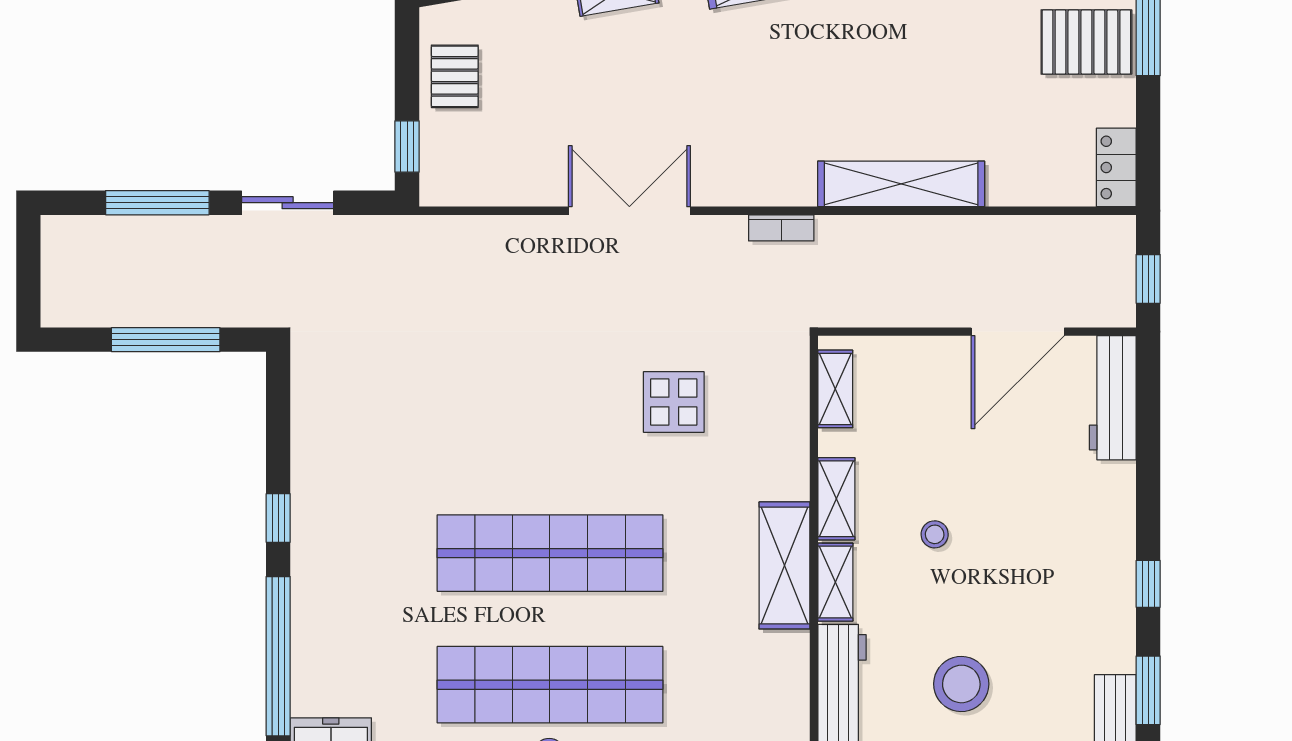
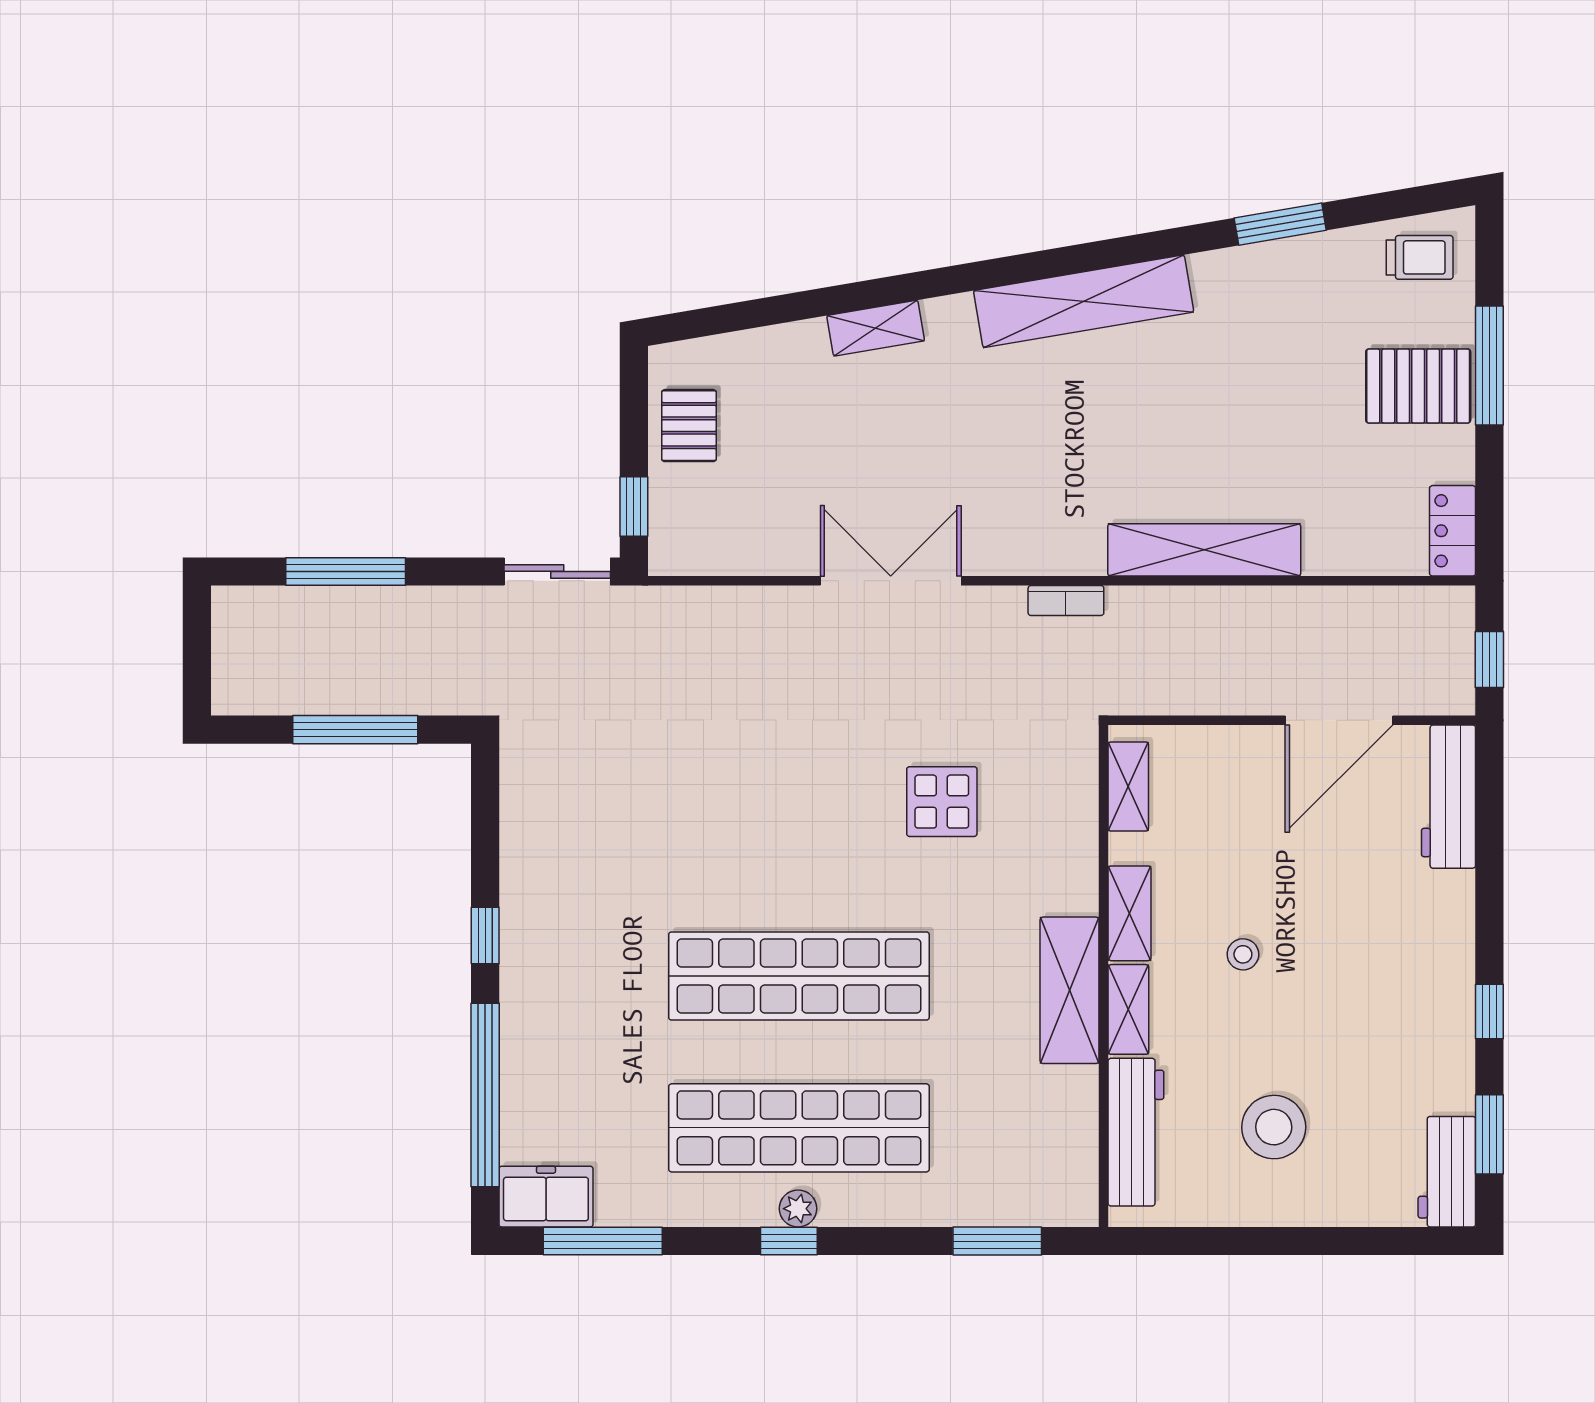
sliding door: (288, 203) -> (557, 571), moved

